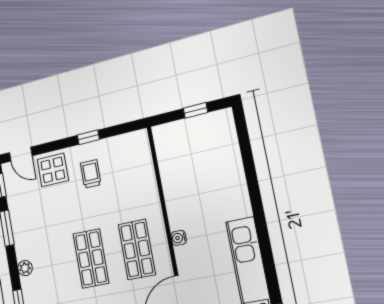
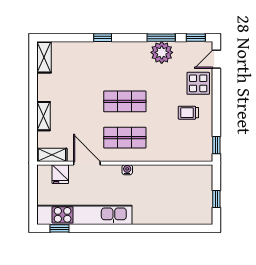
window: (88, 137) -> (216, 145), moved
trolley: (91, 174) -> (188, 113), turned 180
plant: (25, 268) -> (162, 52), moved, width x1.87, depth x1.87

